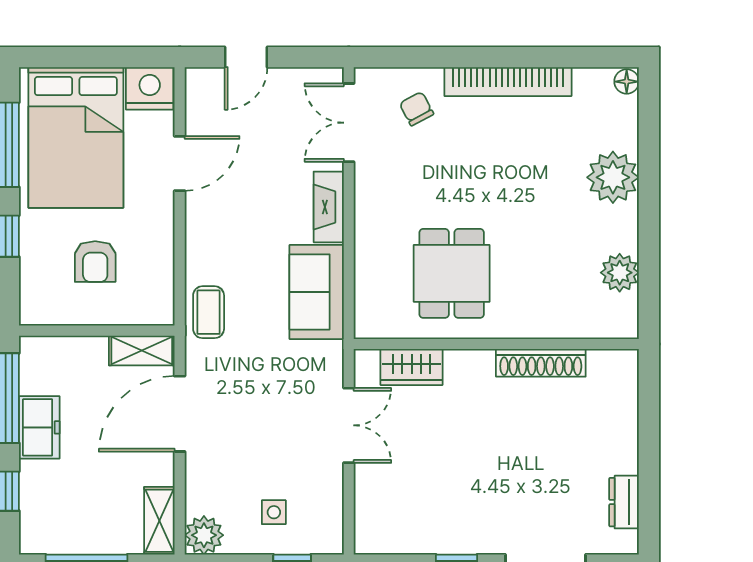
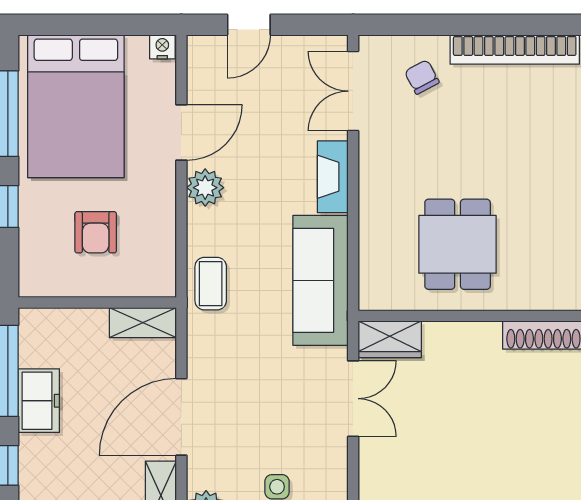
nightstand: (150, 88) -> (162, 47), width x0.53, depth x0.56
plant: (203, 218) -> (205, 188), added
sofa: (317, 292) -> (320, 280), width x1.36
wardrobe: (412, 367) -> (390, 339), moved
door: (180, 414) -> (181, 417), moved

